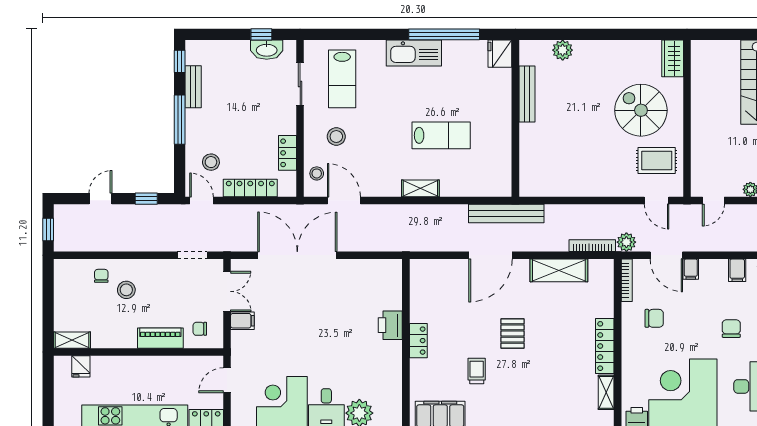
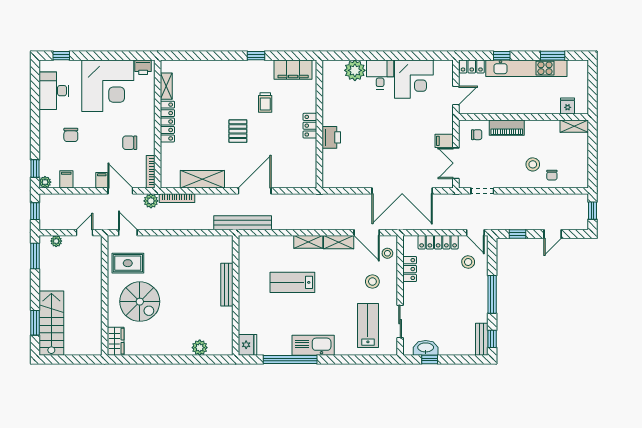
bench: (193, 87) -> (482, 339), moved
bench: (527, 94) -> (227, 285), moved
shelving: (381, 188) -> (339, 242), added

